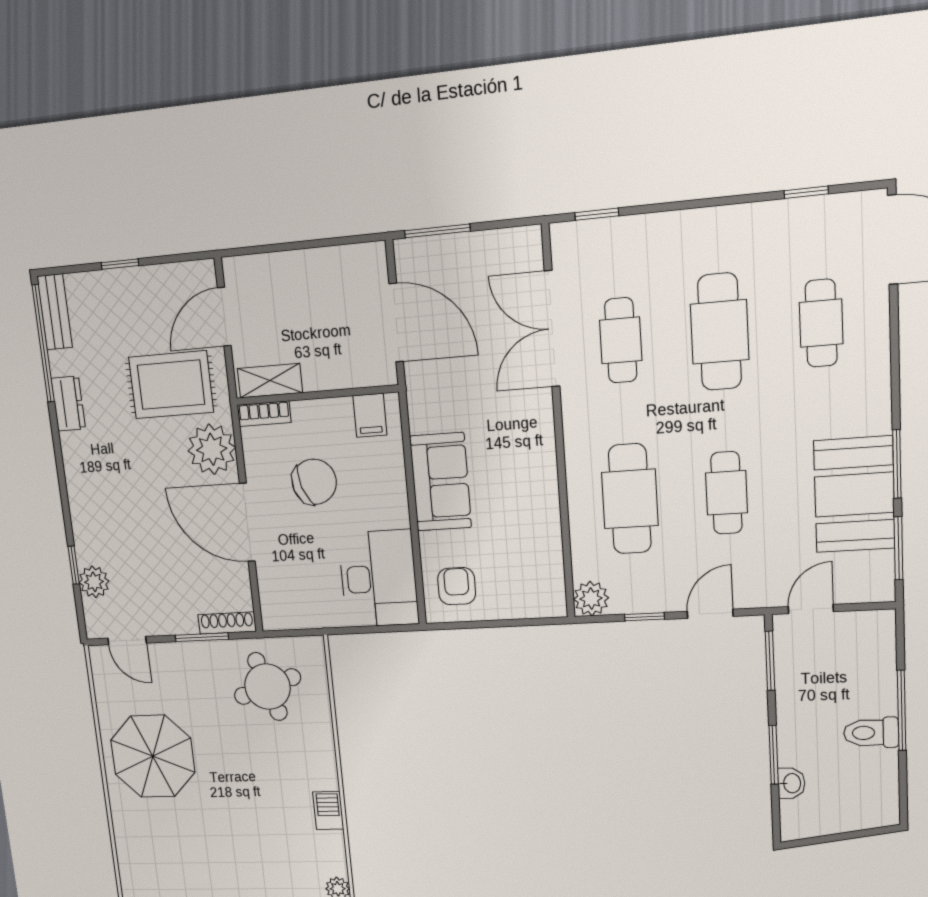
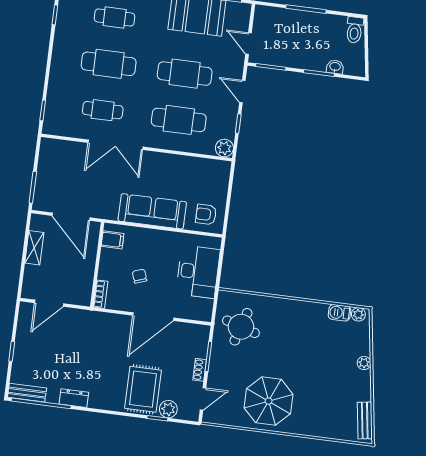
door: (224, 317) -> (49, 303), hinge flipped
door: (396, 323) -> (71, 217), swing flipped
double door: (552, 329) -> (116, 145), moved
shelving: (270, 381) -> (34, 248), moved
rug: (171, 385) -> (143, 389), moved
plant: (212, 449) -> (113, 326), removed
chair: (314, 482) -> (140, 276), width x0.54, depth x0.54
sofa: (441, 482) -> (152, 211), width x1.36
cafe table: (726, 493) -> (185, 74), width x1.37, depth x1.35
desk: (379, 579) -> (198, 272), moved, turned 90
shoe rack: (227, 623) -> (200, 370), moved, width x0.70
round table: (267, 687) -> (241, 327), turned 35
toilet: (871, 733) -> (355, 30), moved
barbecue: (328, 810) -> (339, 313), moved

